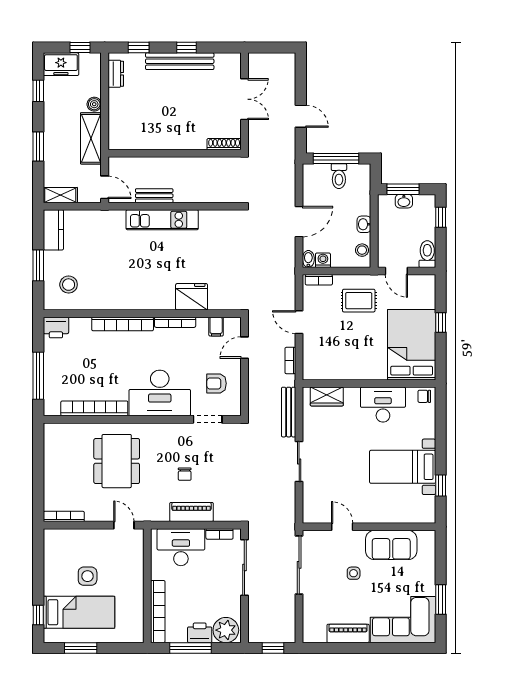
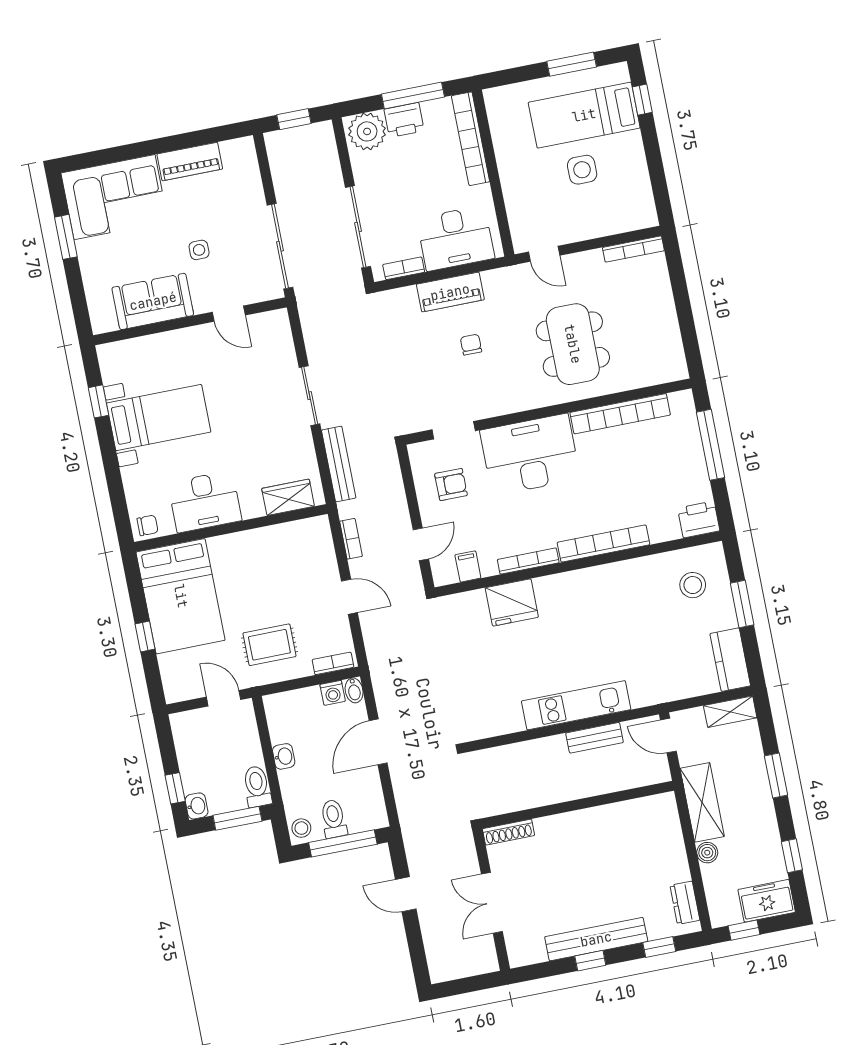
washbasin: (404, 201) -> (197, 806), moved, turned 90
stool: (362, 250) -> (301, 828), moved
toilet: (427, 254) -> (257, 786), moved, turned 180

